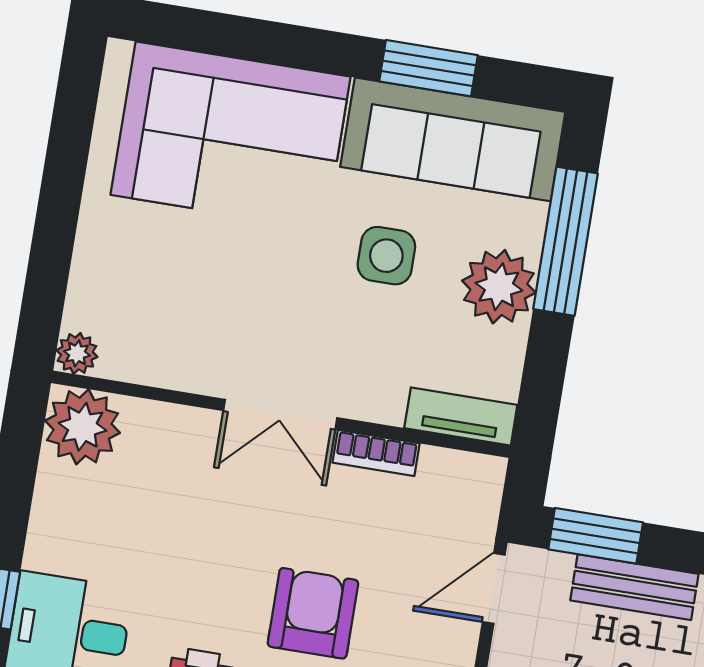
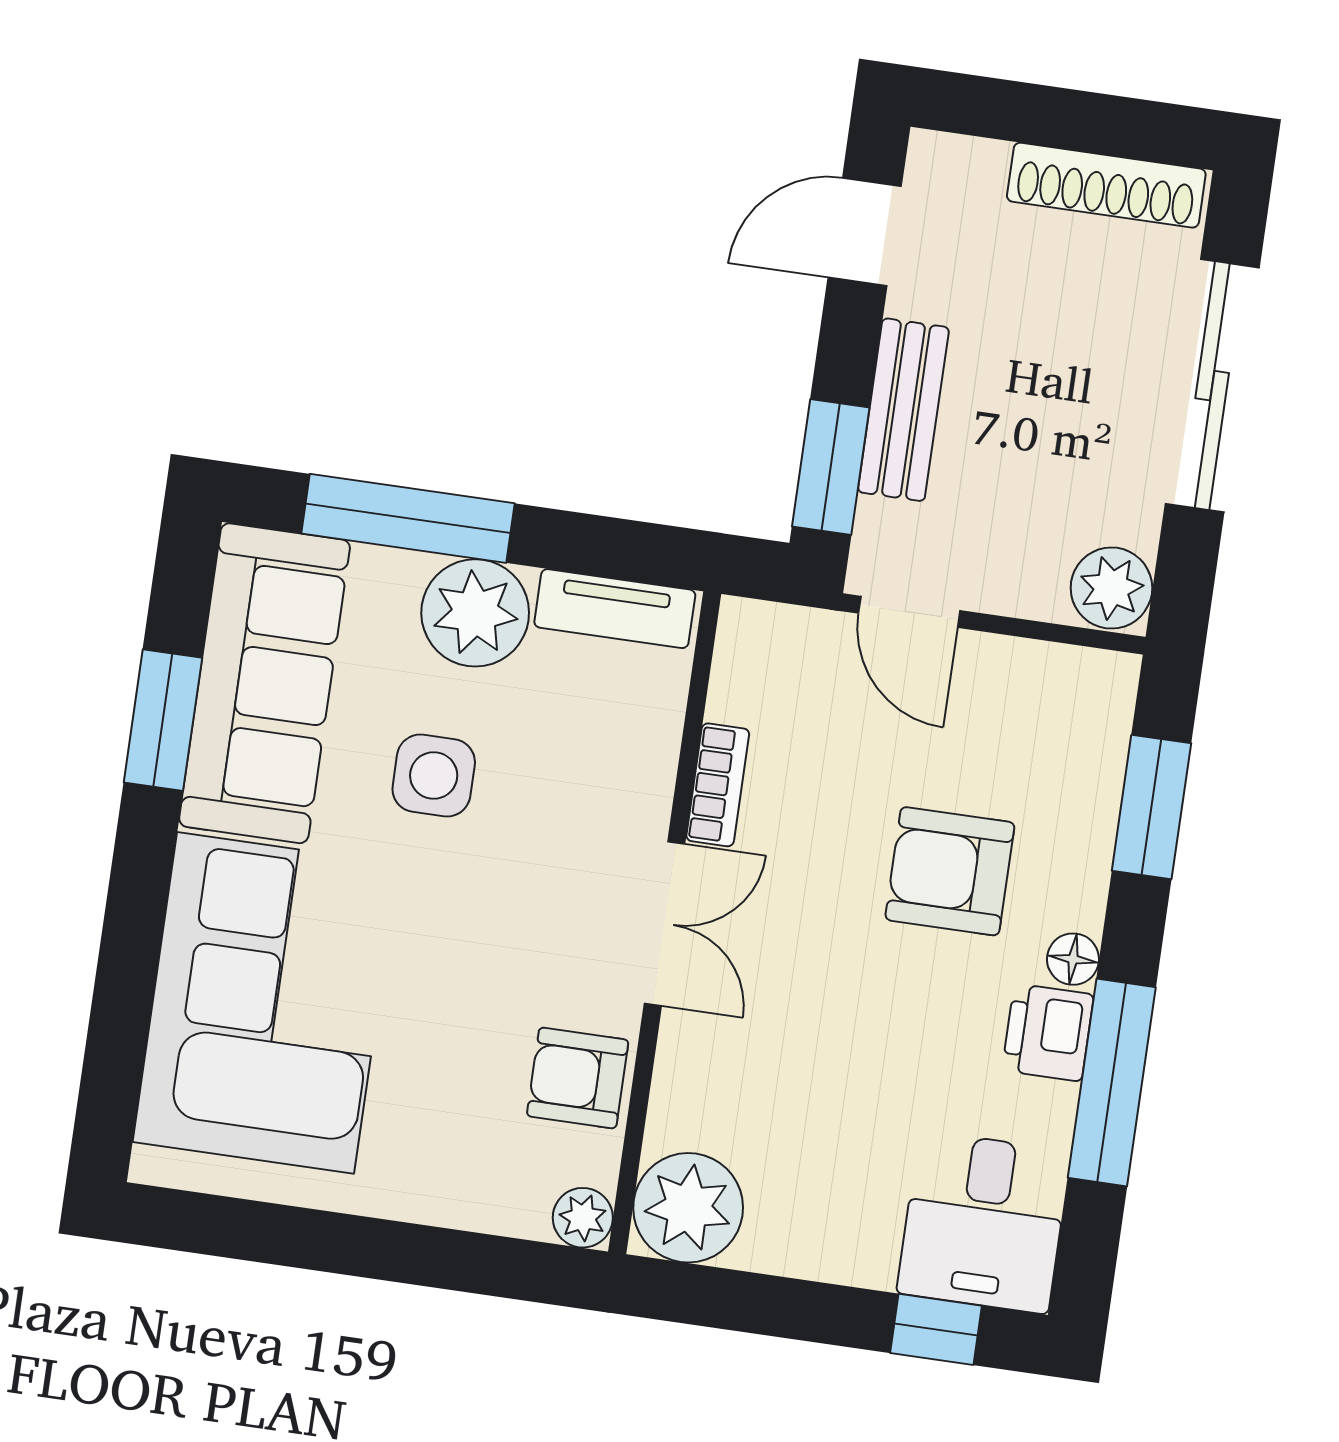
armchair: (174, 352) -> (578, 1078), added
tv unit: (461, 416) -> (615, 609), moved, turned -90

